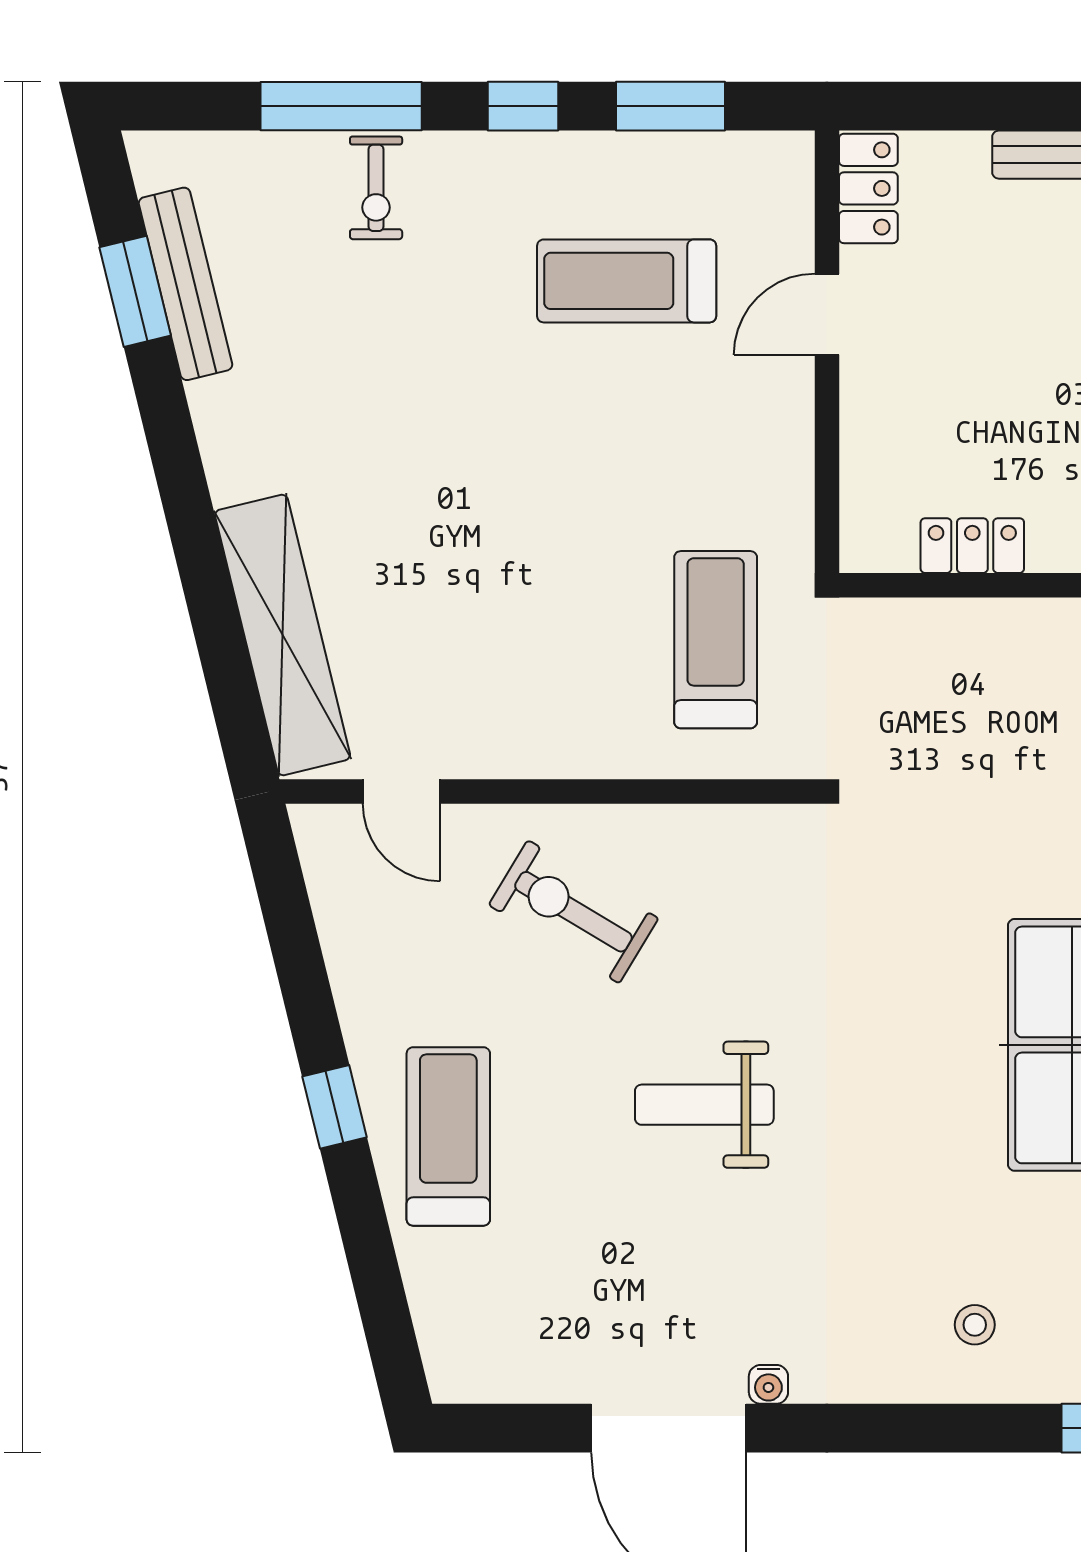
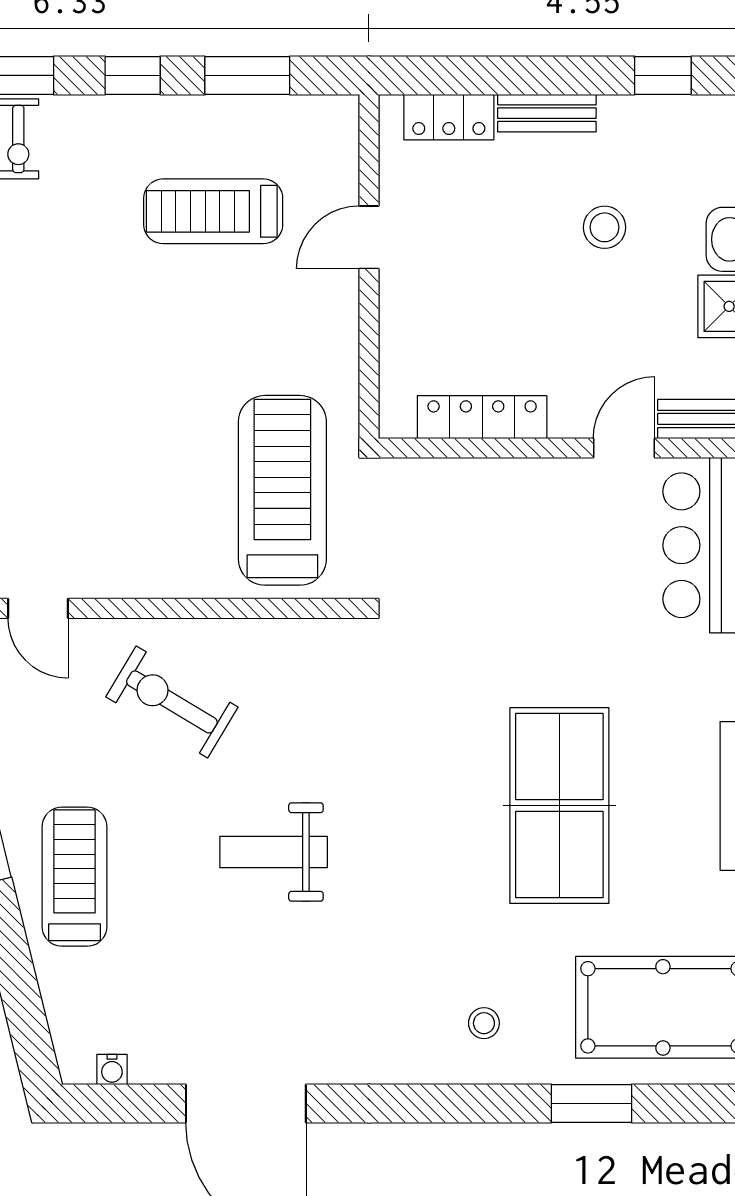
locker: (868, 188) -> (449, 117), moved, turned 90
locker: (972, 546) -> (482, 417), width x1.53
treadmill: (716, 640) -> (282, 490), width x1.37, depth x1.37
water cooler: (768, 1384) -> (112, 1069), moved

